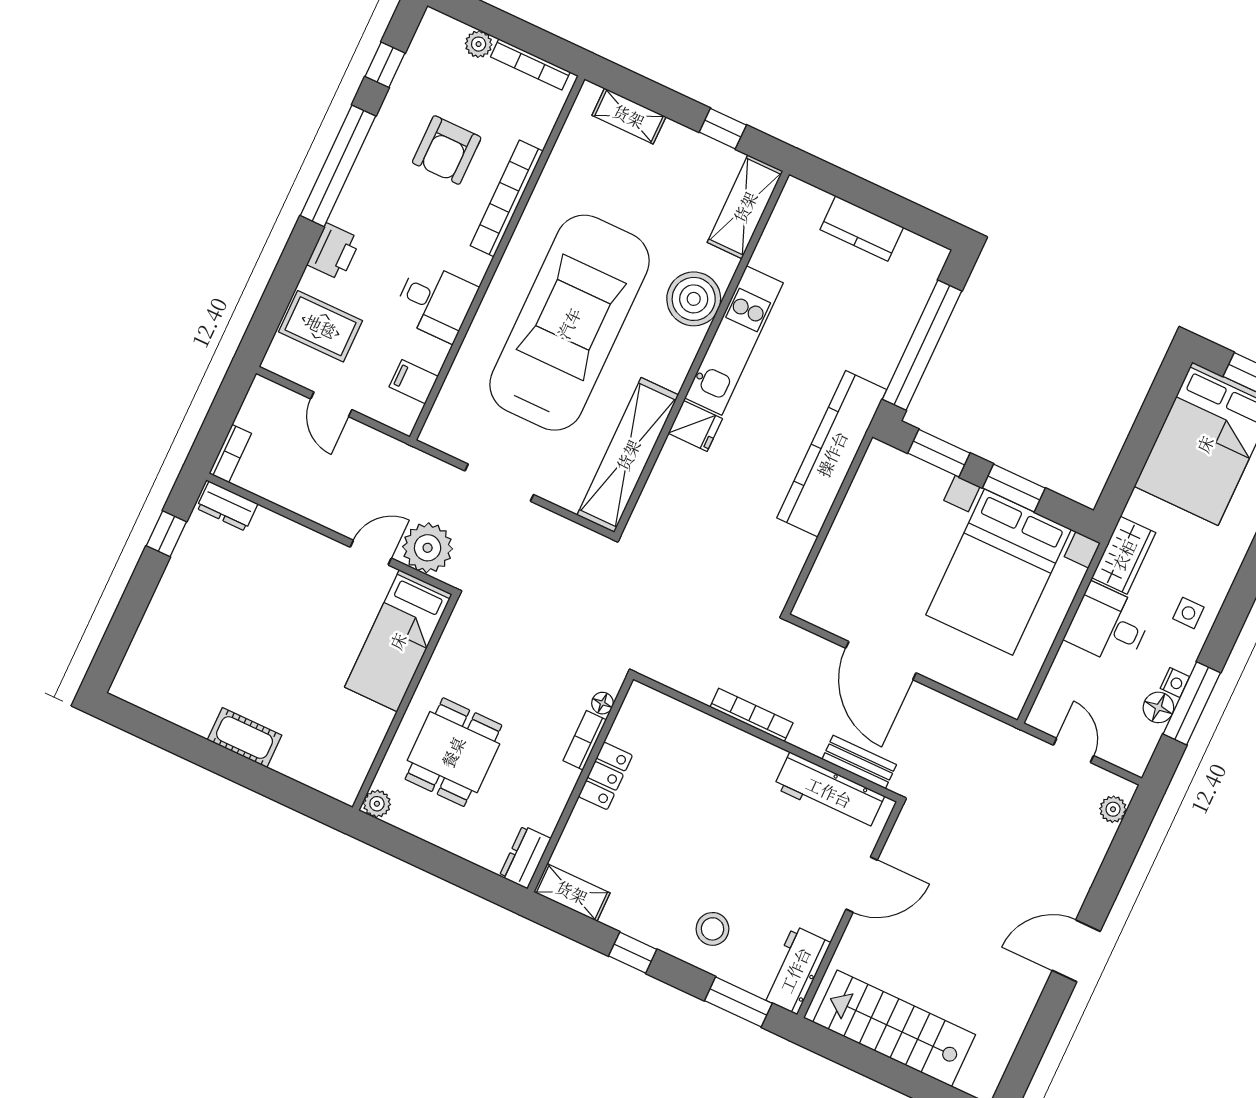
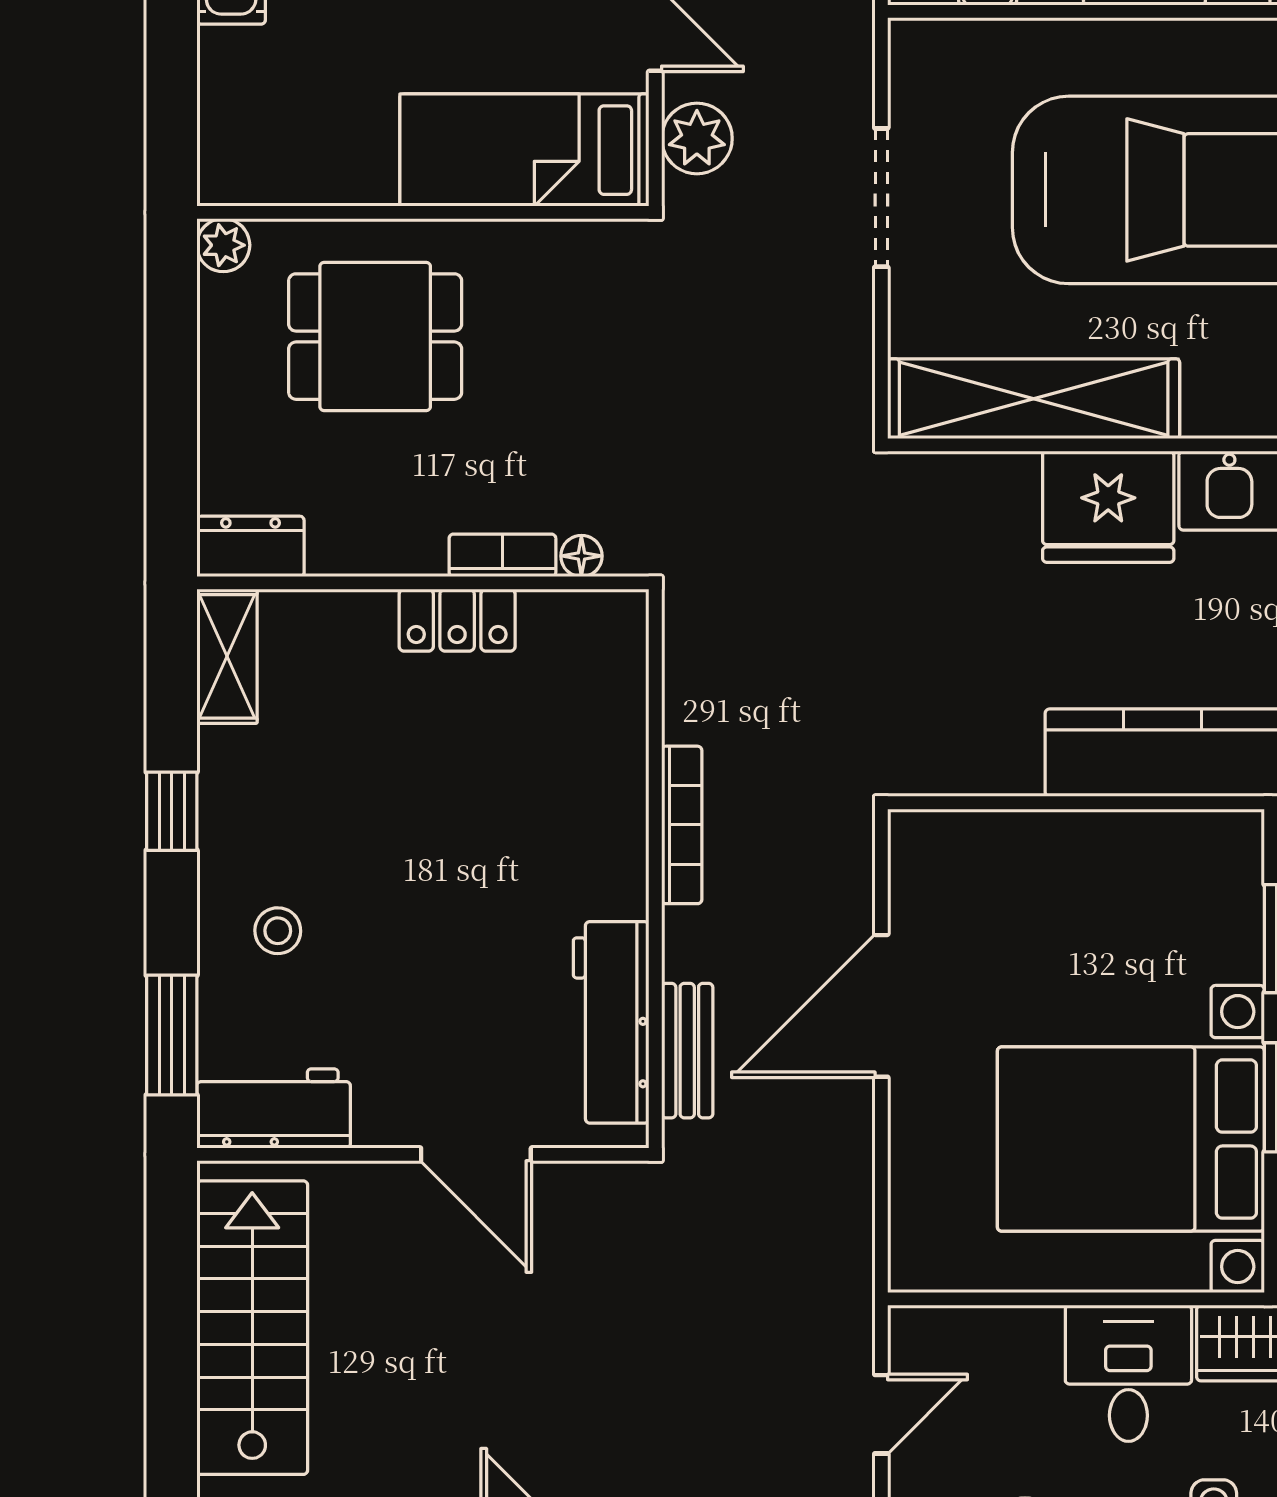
fridge: (695, 426) -> (1108, 507), width x1.88, depth x1.34
plant: (428, 548) -> (697, 138), width x0.73, depth x0.73
stool: (712, 929) -> (278, 931), width x0.73, depth x0.73

